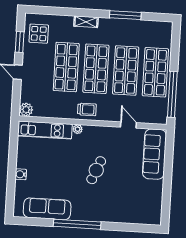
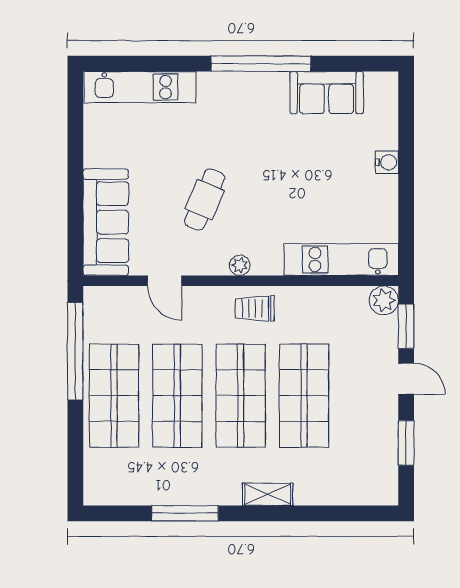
display table: (39, 34) -> (366, 463), removed
window: (16, 97) -> (406, 326), added
plant: (78, 129) -> (240, 265), moved
cafe table: (96, 170) -> (205, 200), moved
sofa: (47, 209) -> (327, 93), width x0.73
kitchen unit: (135, 217) -> (140, 87), added

